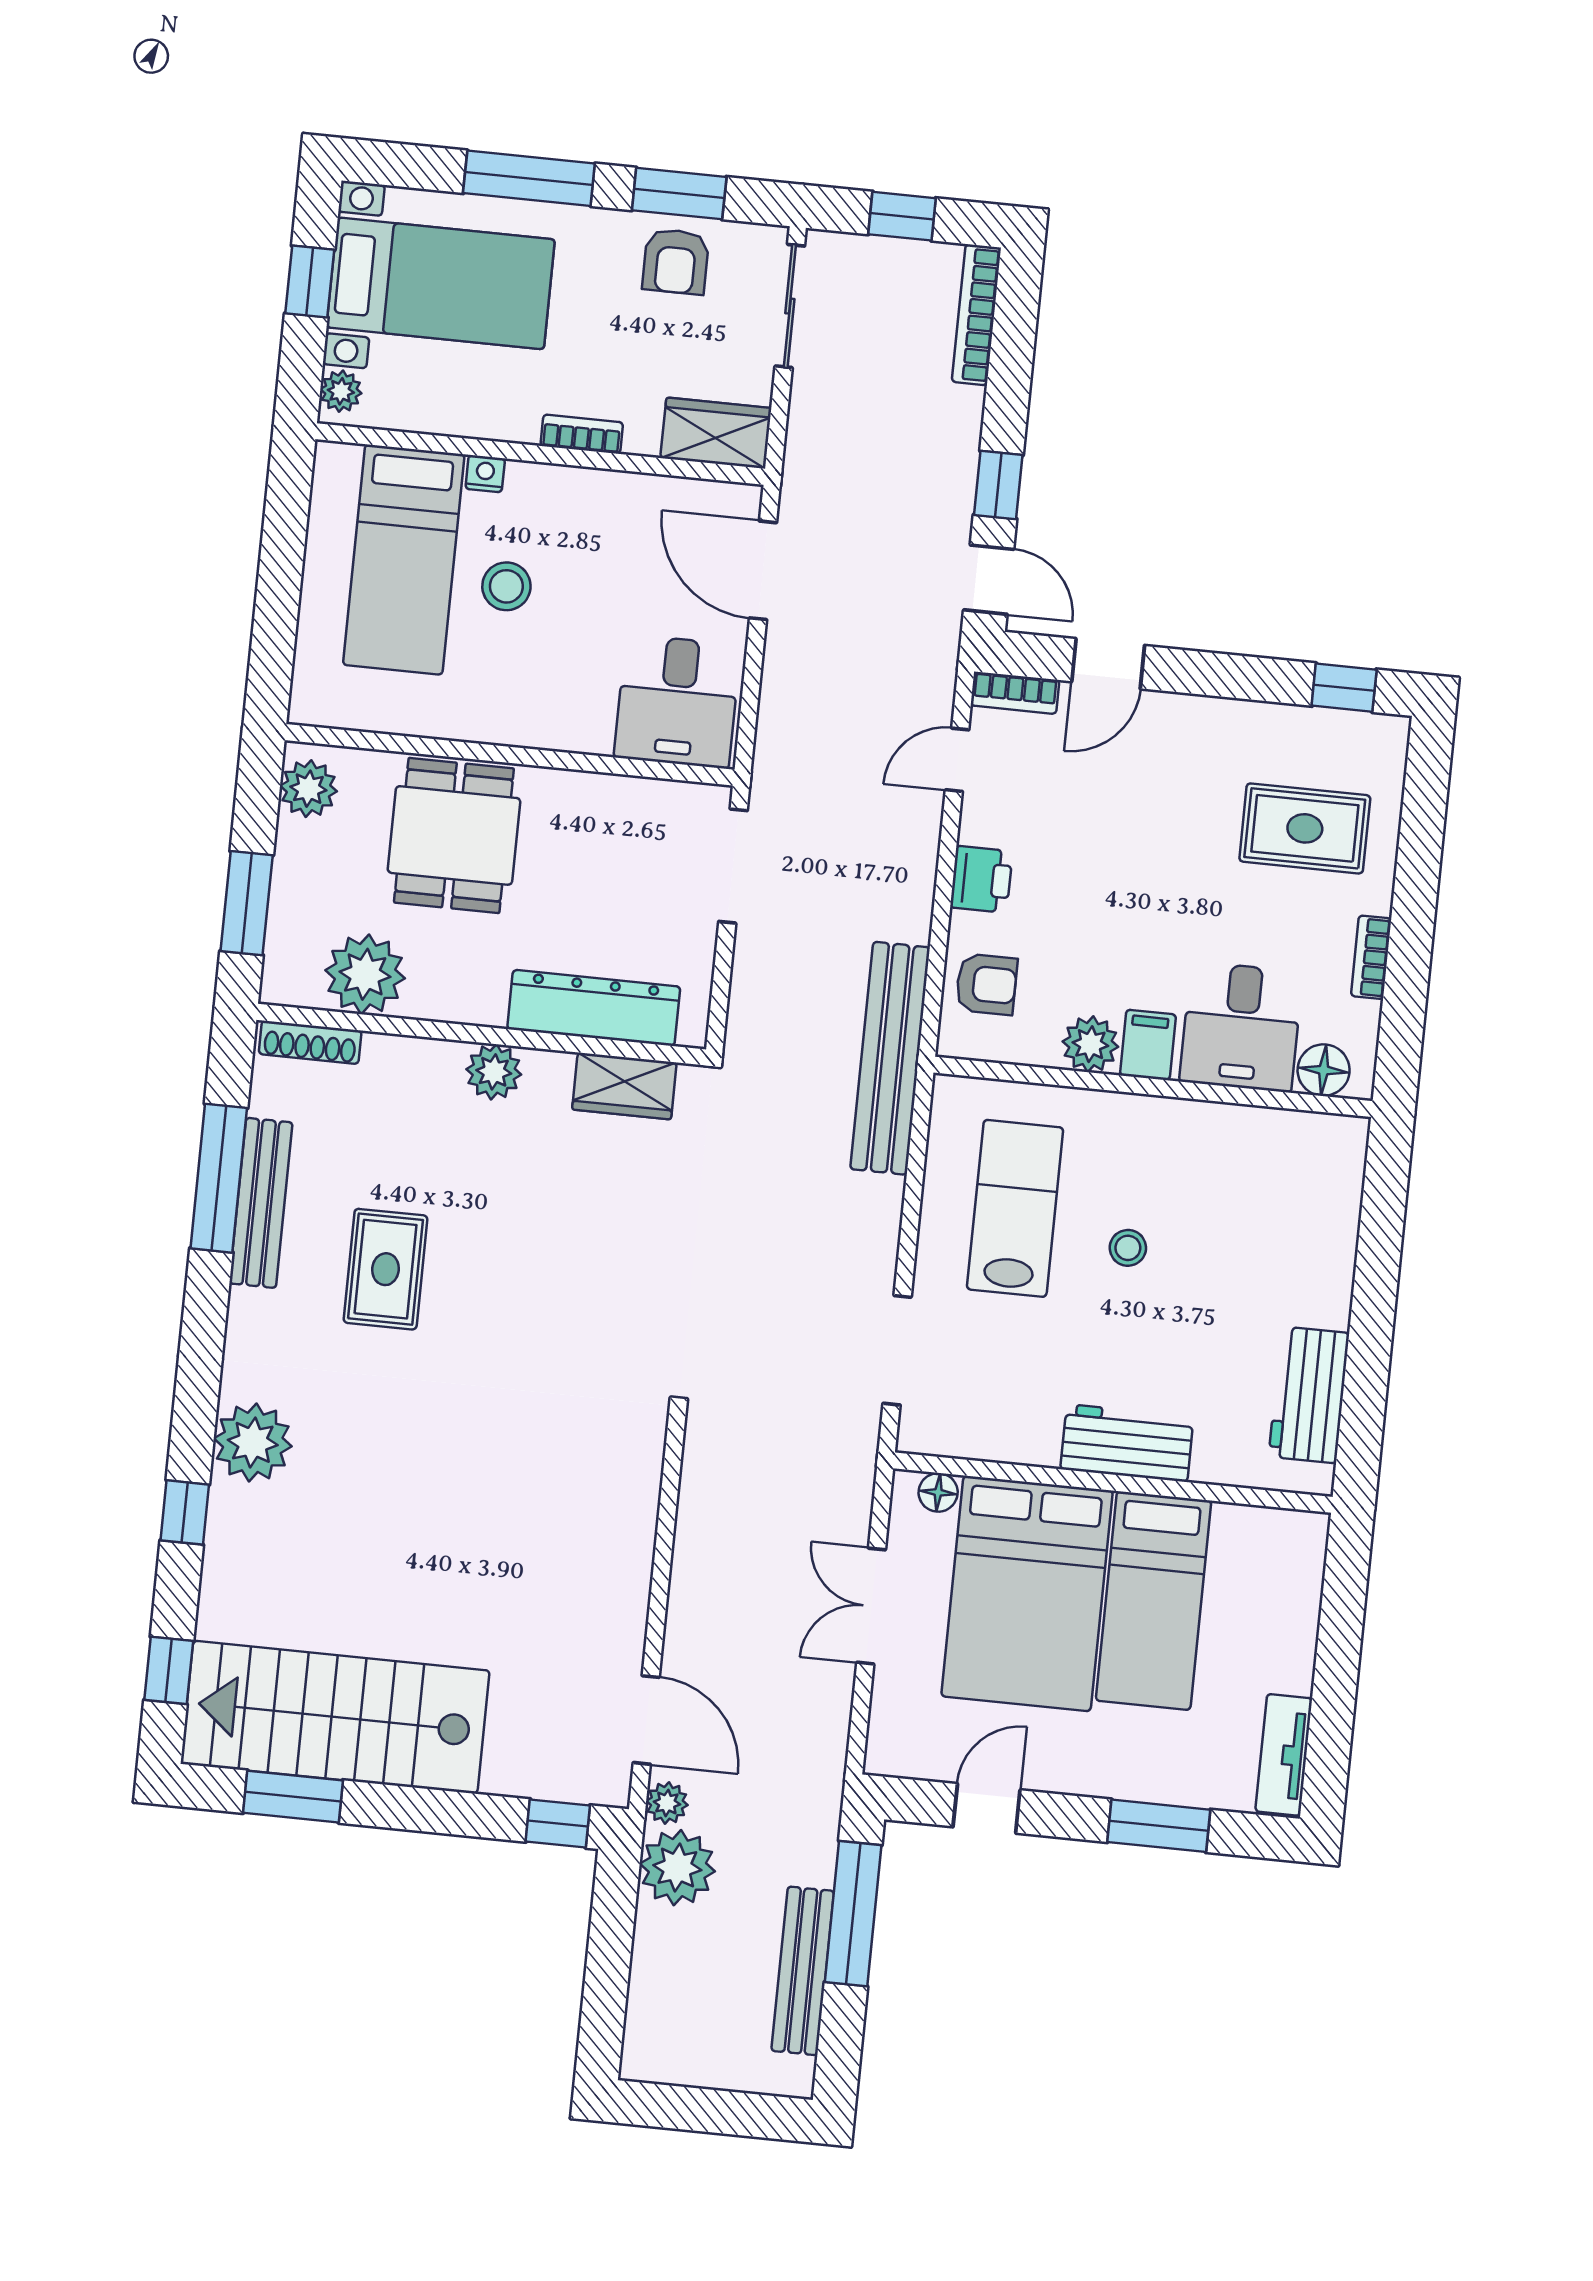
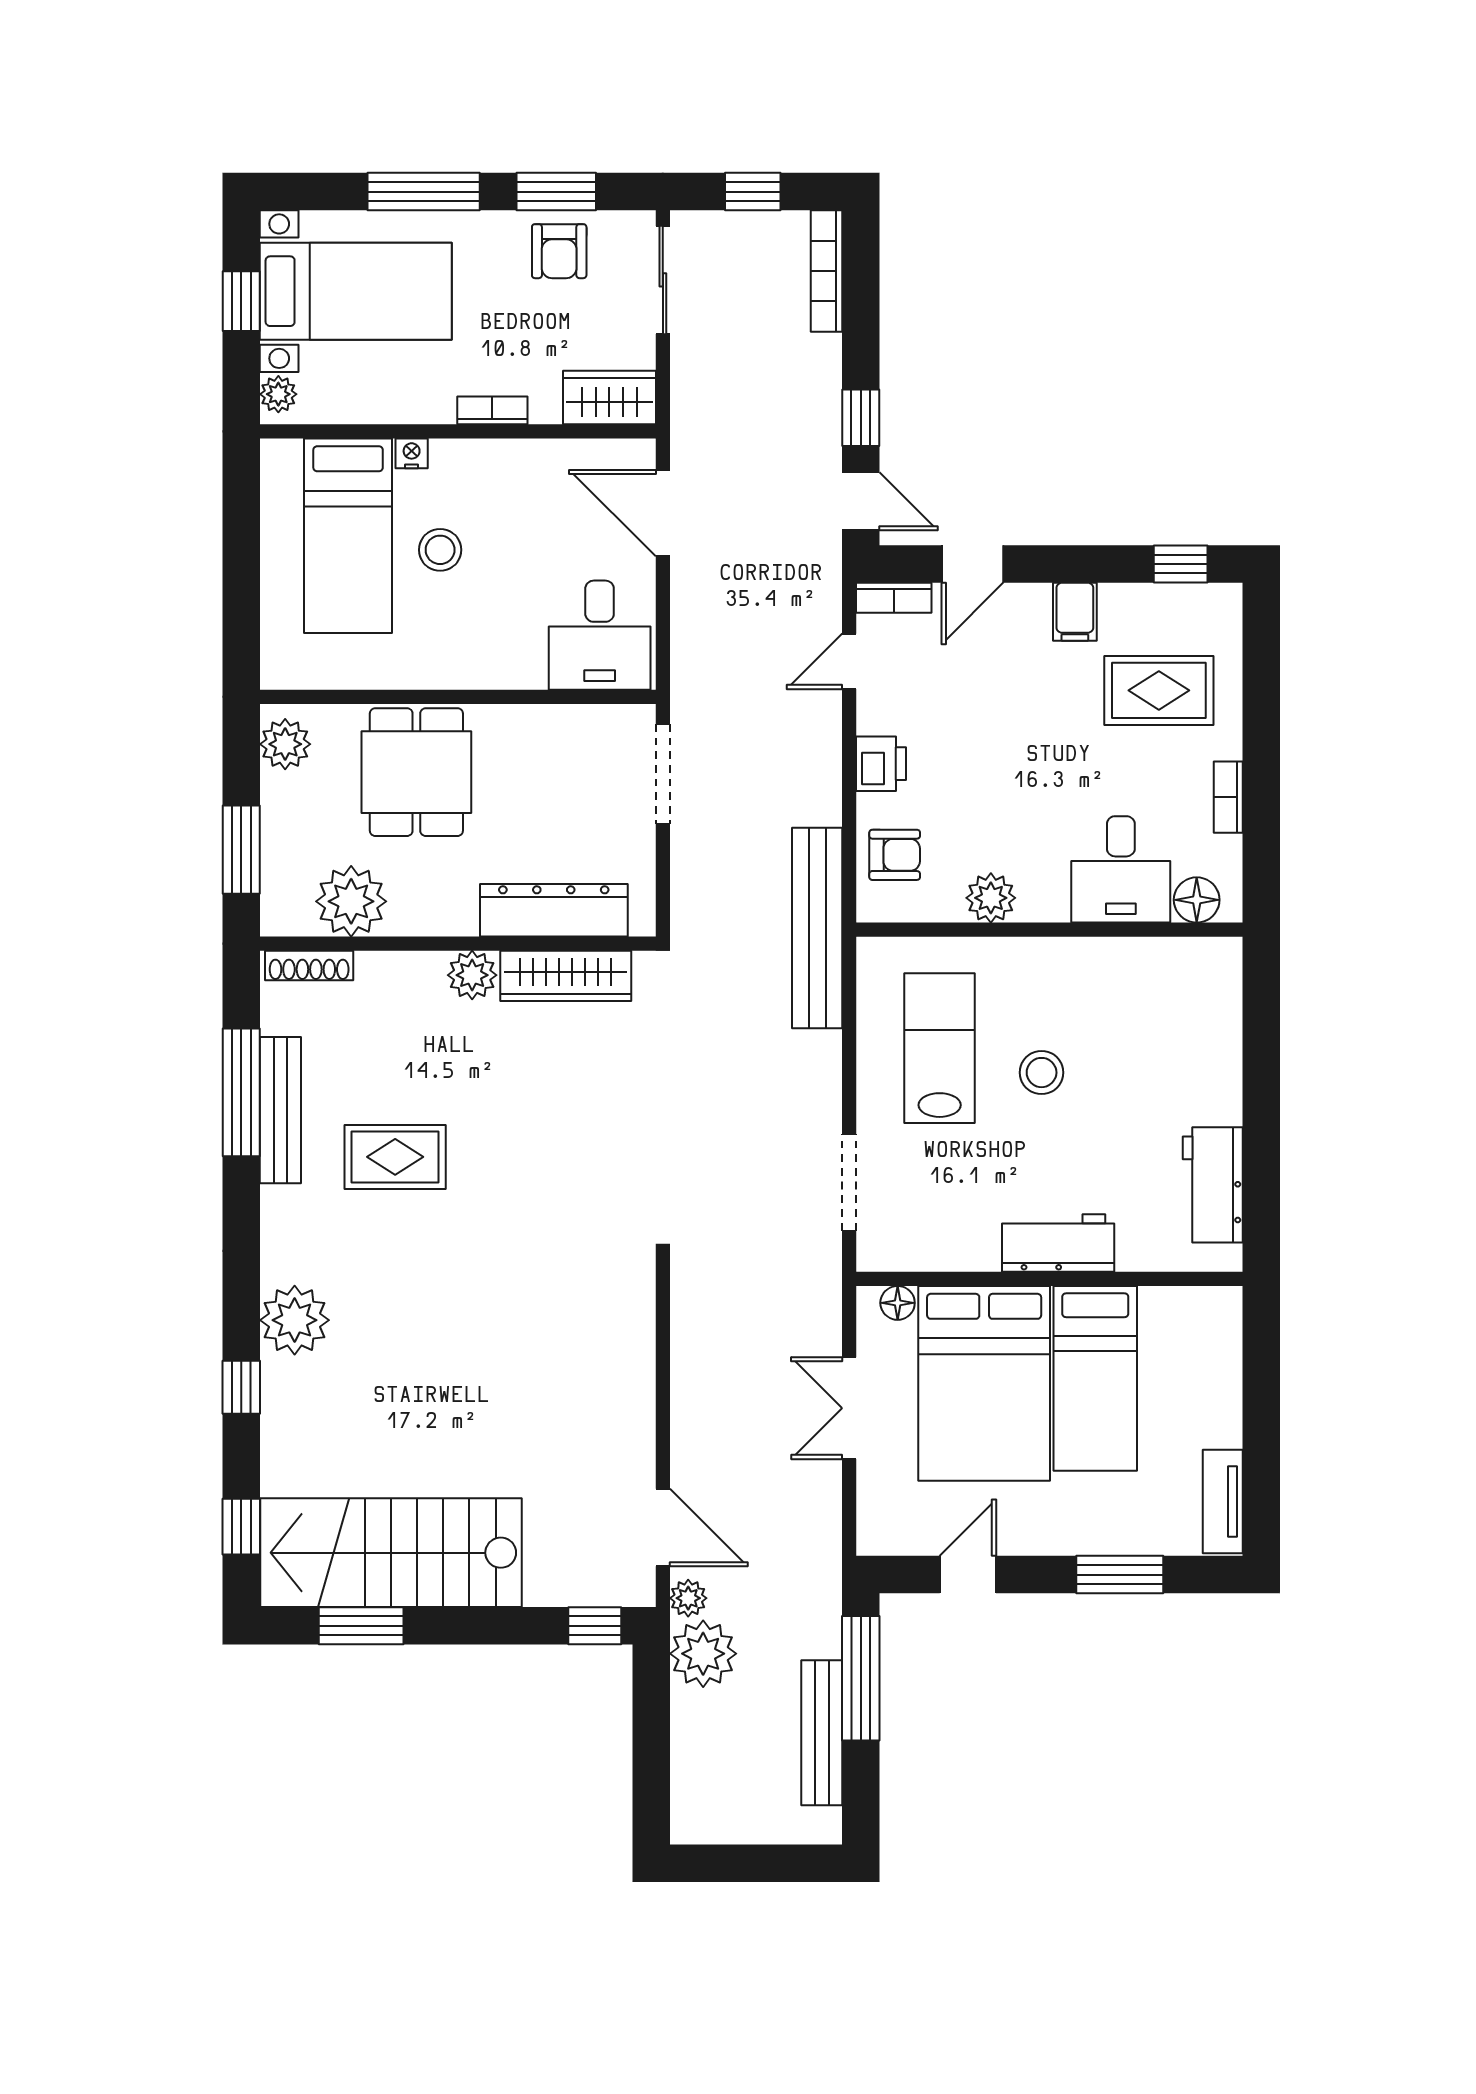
filing cabinet: (1148, 1045) -> (1075, 612), moved, turned 180
wardrobe: (624, 1086) -> (566, 976), width x1.50
stool: (1128, 1248) -> (1042, 1073), width x1.37, depth x1.37
rug: (386, 1269) -> (395, 1157), turned 90

